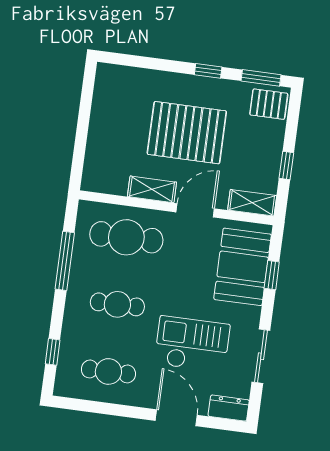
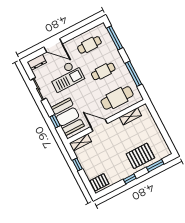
window: (261, 78) -> (155, 166), moved
pallet: (187, 133) -> (140, 156), moved, width x0.73, depth x0.71
shelving: (152, 189) -> (130, 116), moved
door: (195, 210) -> (99, 125), swing flipped
window: (53, 352) -> (115, 38), width x2.17

